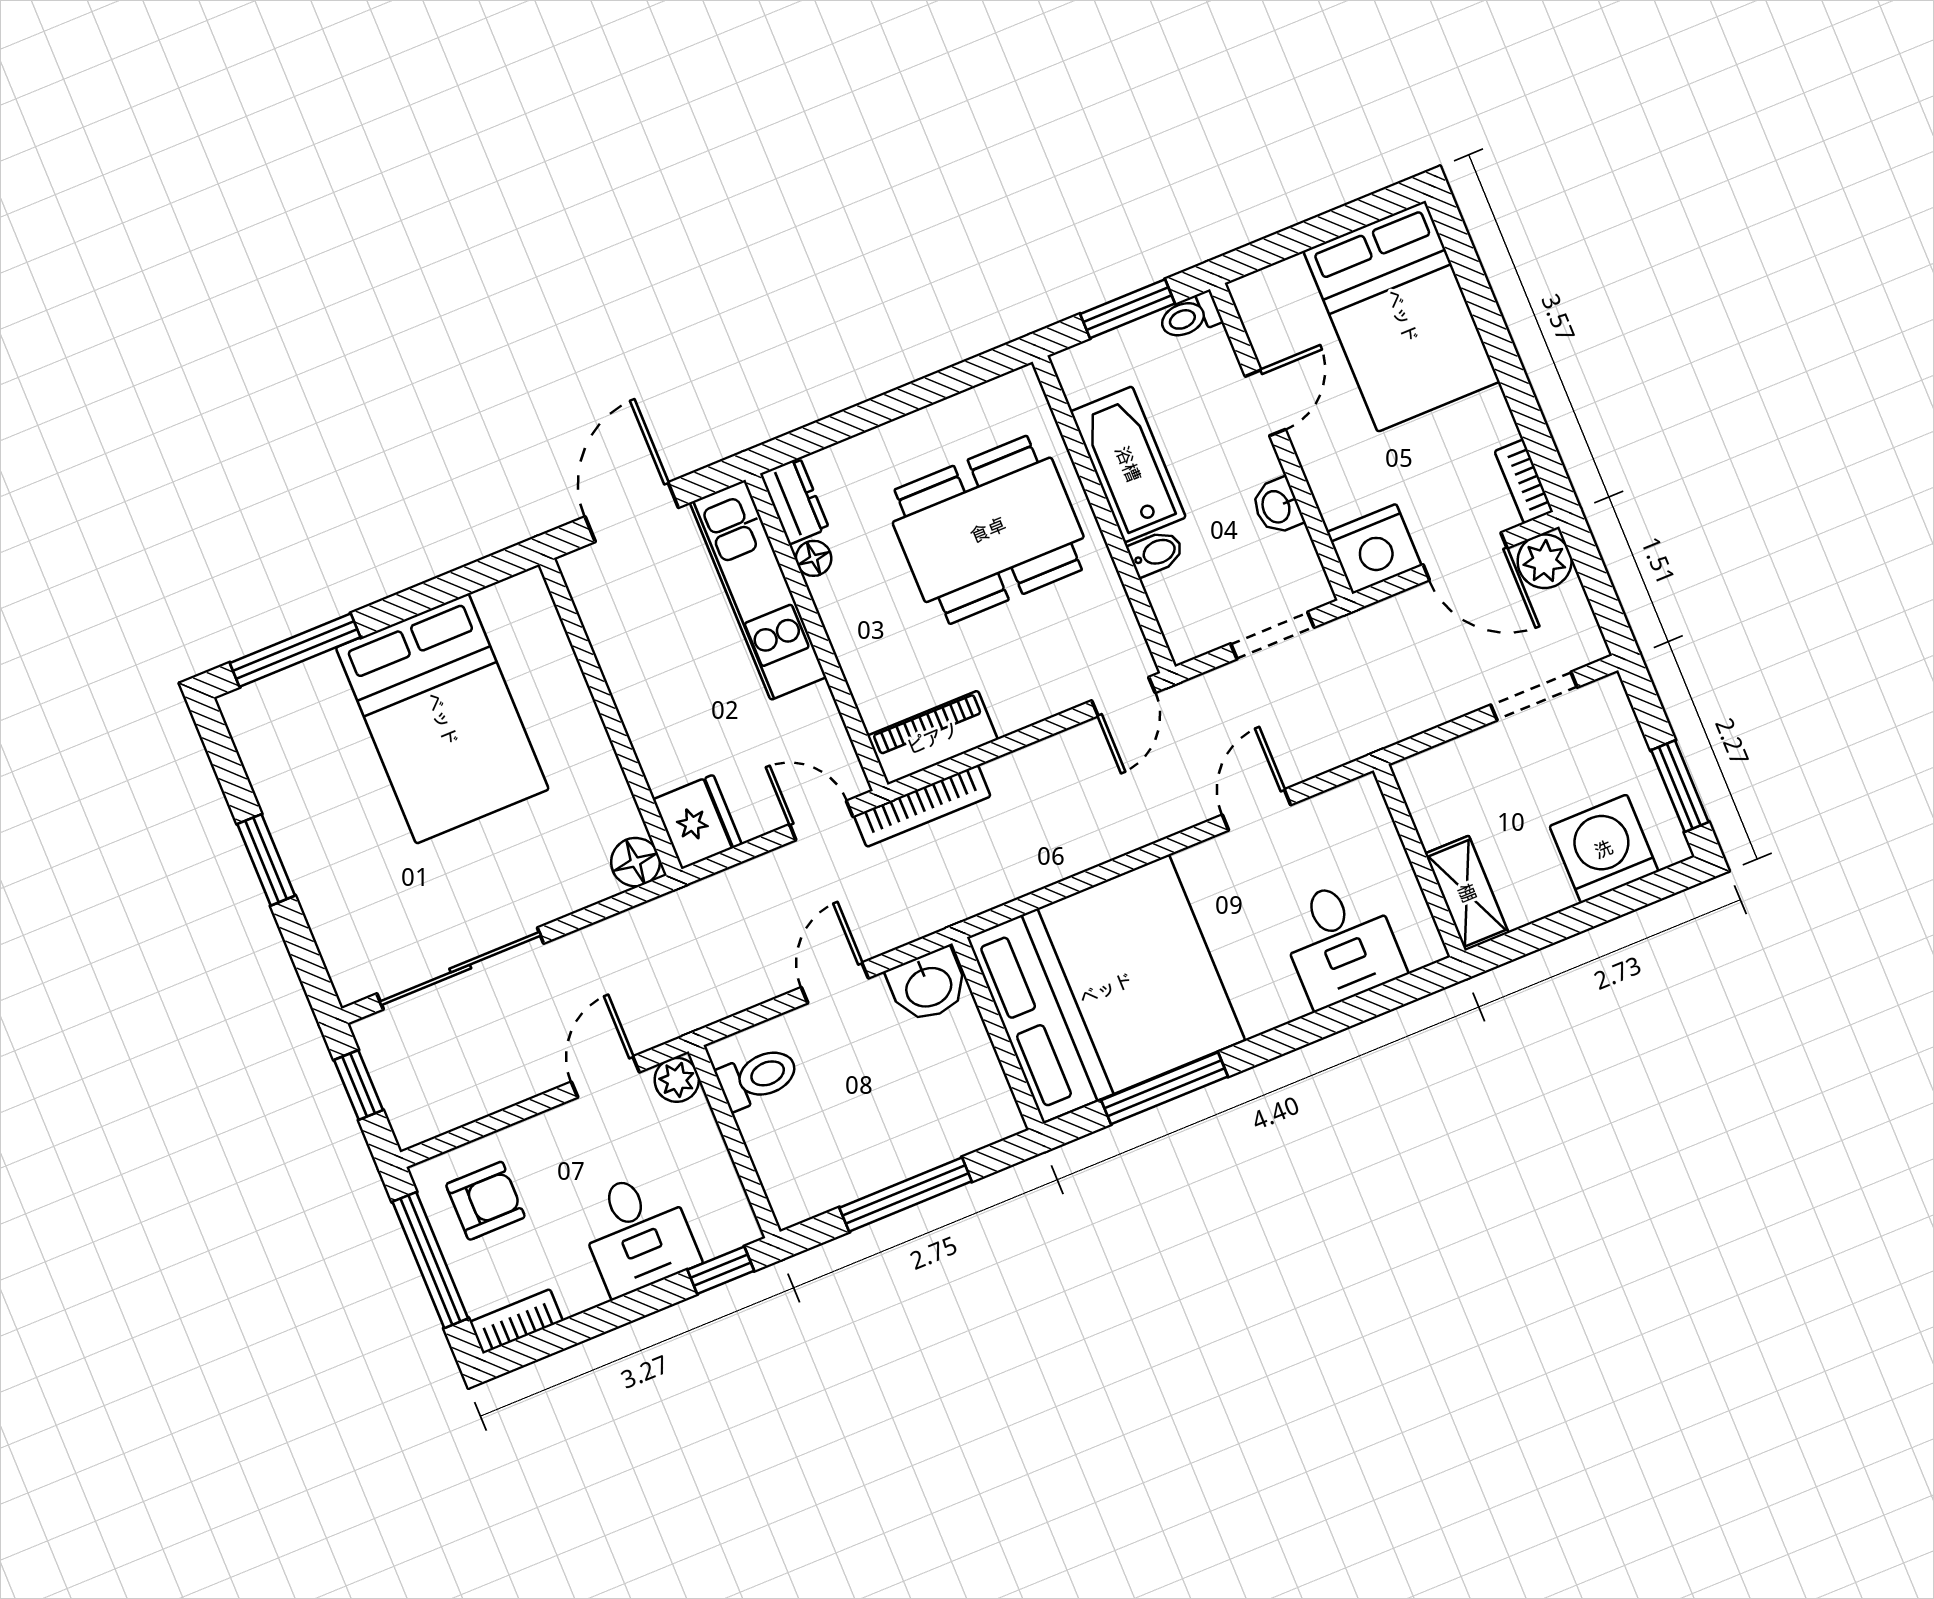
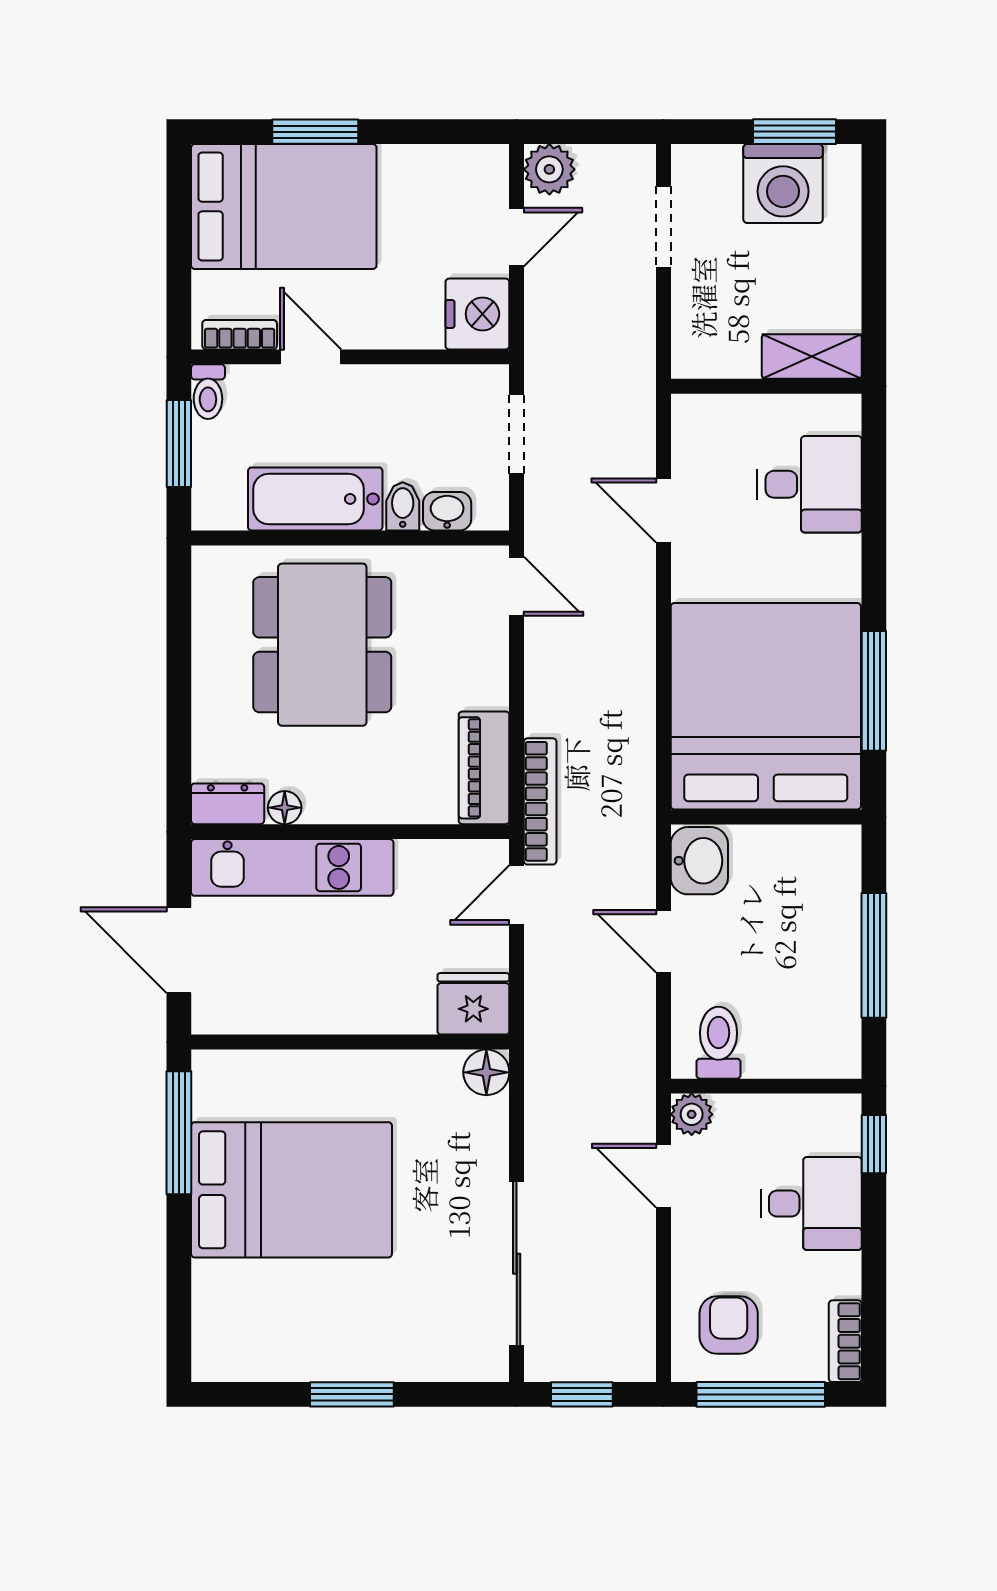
window: (1487, 317) -> (315, 132), added
bookcase: (1524, 481) -> (240, 335), moved, turned 180
washbasin: (1277, 506) -> (447, 511), moved, turned 180
door: (1465, 556) -> (517, 237), width x0.73
window: (295, 650) -> (179, 1133), moved
washing machine: (1604, 849) -> (783, 184), moved, turned -90

